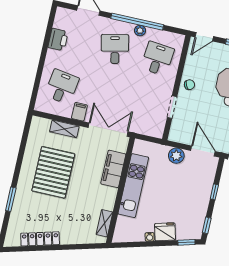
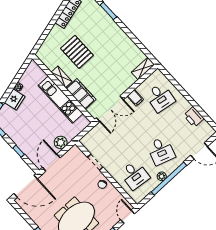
desk: (115, 49) -> (161, 151), turned 30
shelving: (64, 129) -> (143, 68), moved
door: (203, 151) -> (51, 163), swing flipped
pallet: (53, 172) -> (77, 52), moved, width x0.73, depth x0.71
shelving: (104, 223) -> (62, 77), moved

